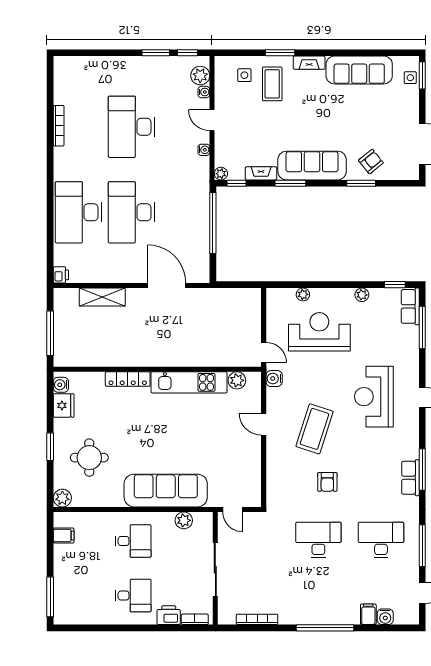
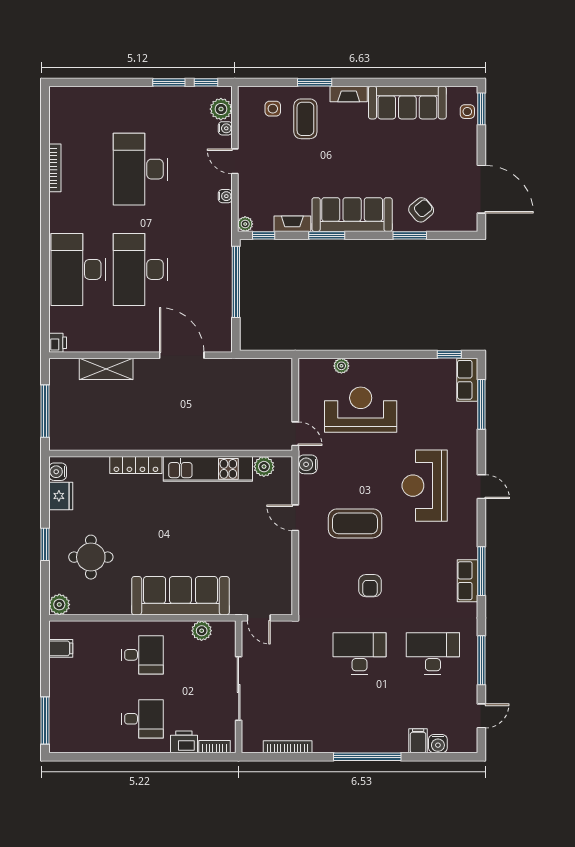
plant: (362, 295) -> (411, 366), removed
coffee table: (315, 429) -> (355, 523), turned 72

